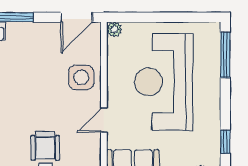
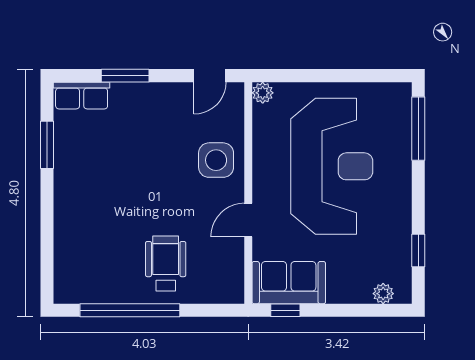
door: (77, 17) -> (210, 76), width x0.73
reception desk: (164, 82) -> (332, 166), turned 180

